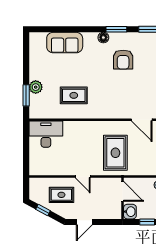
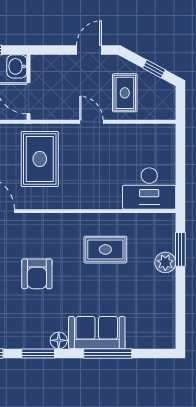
window: (72, 29) -> (108, 354), added
sofa: (65, 43) -> (97, 333), moved
armchair: (123, 60) -> (37, 274), moved, turned 180
rug: (61, 195) -> (125, 93), turned 90

